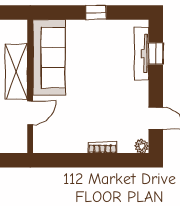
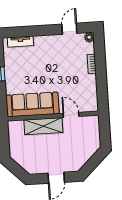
tv unit: (141, 54) -> (20, 42), width x0.71
window: (156, 54) -> (25, 31), removed

